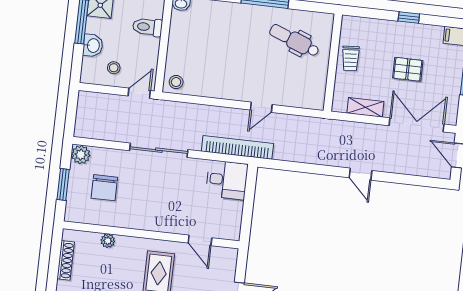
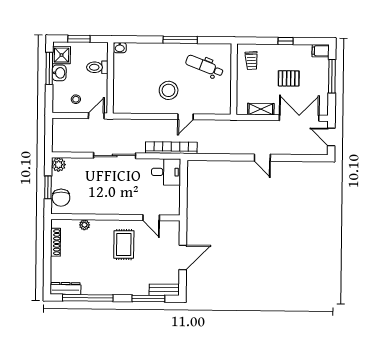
washbasin: (93, 46) -> (59, 73), moved
trolley: (351, 58) -> (251, 61), moved
stool: (176, 82) -> (169, 90), moved, width x1.89, depth x1.89
chair: (104, 188) -> (61, 198), moved

